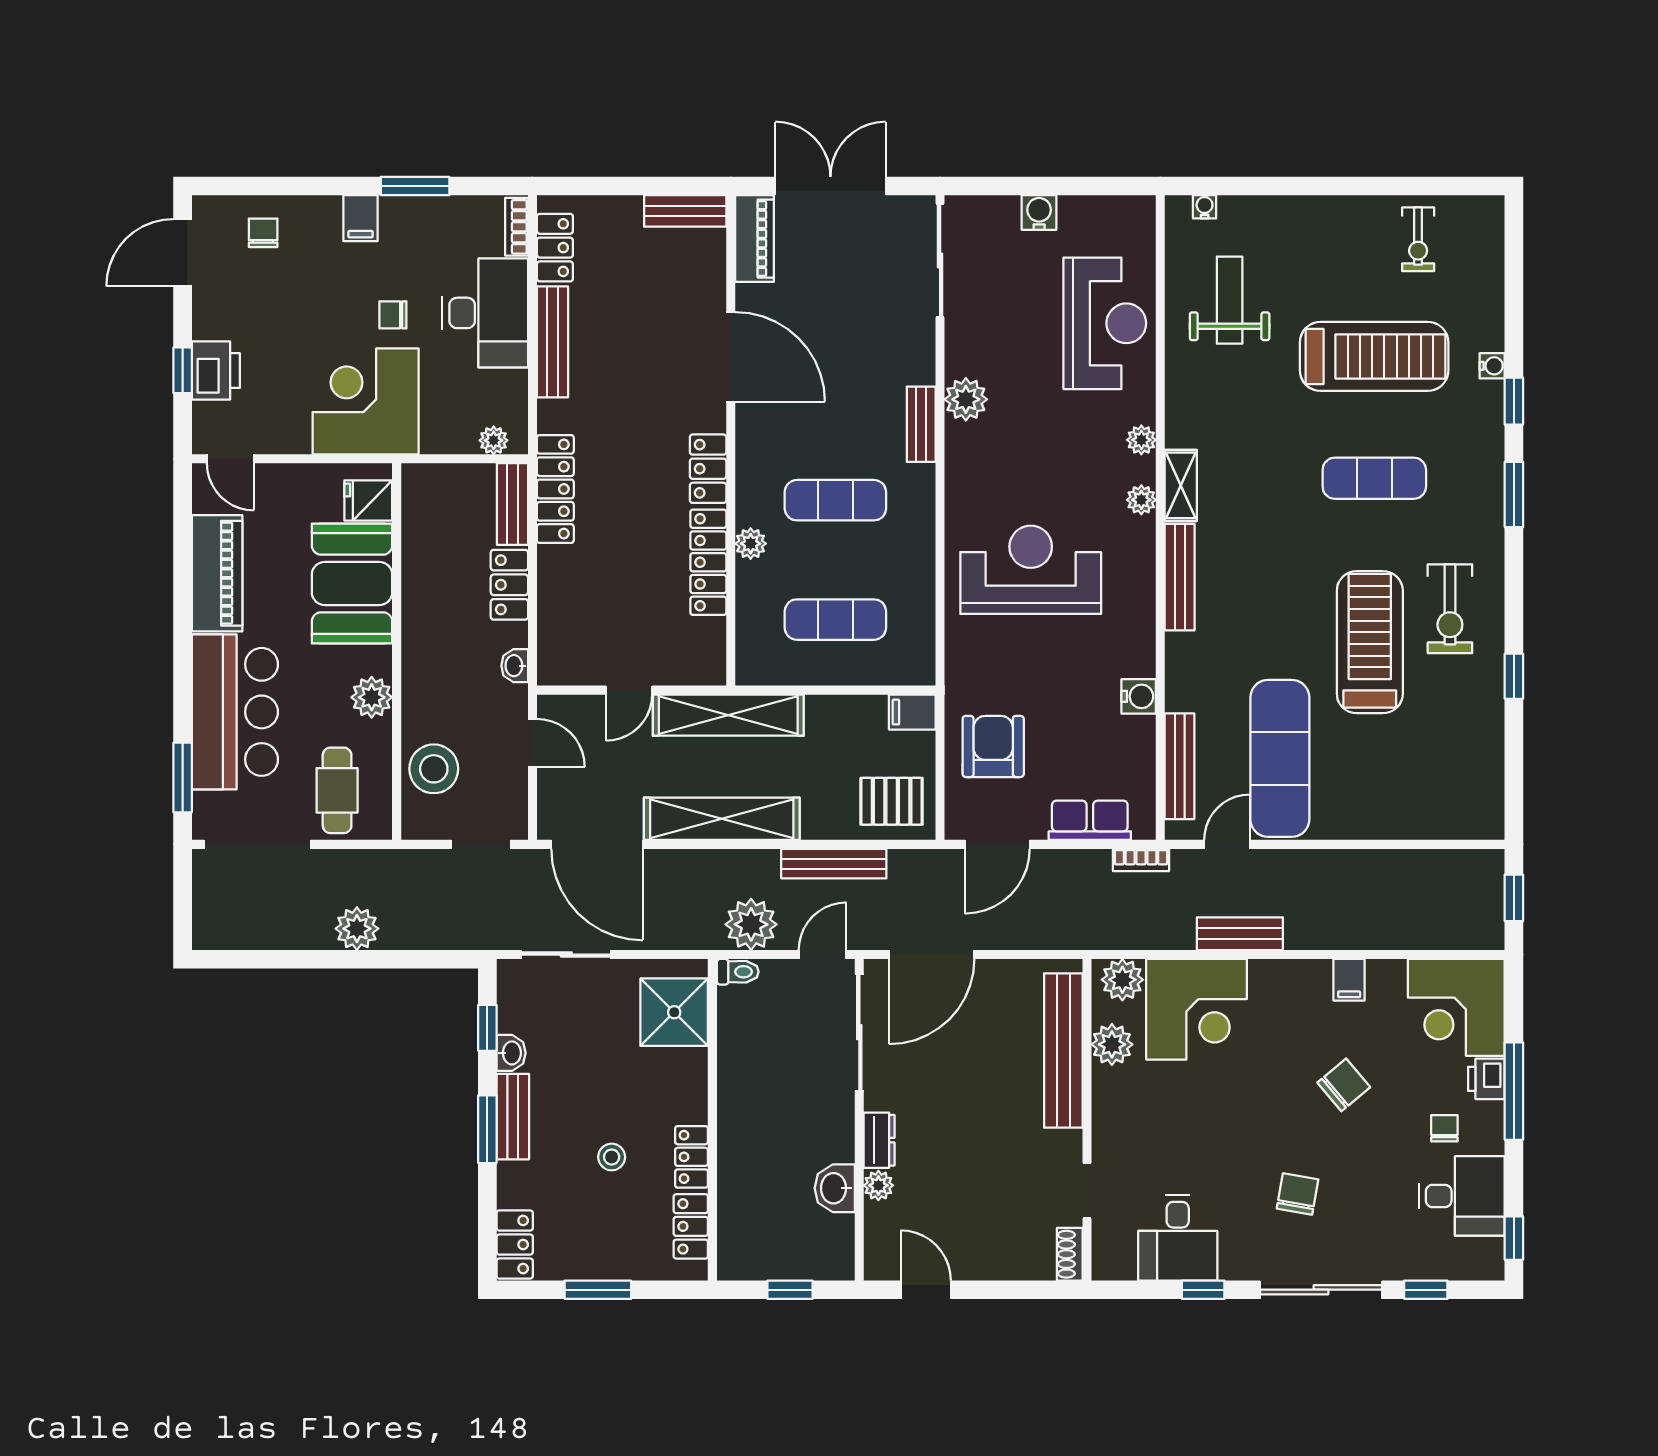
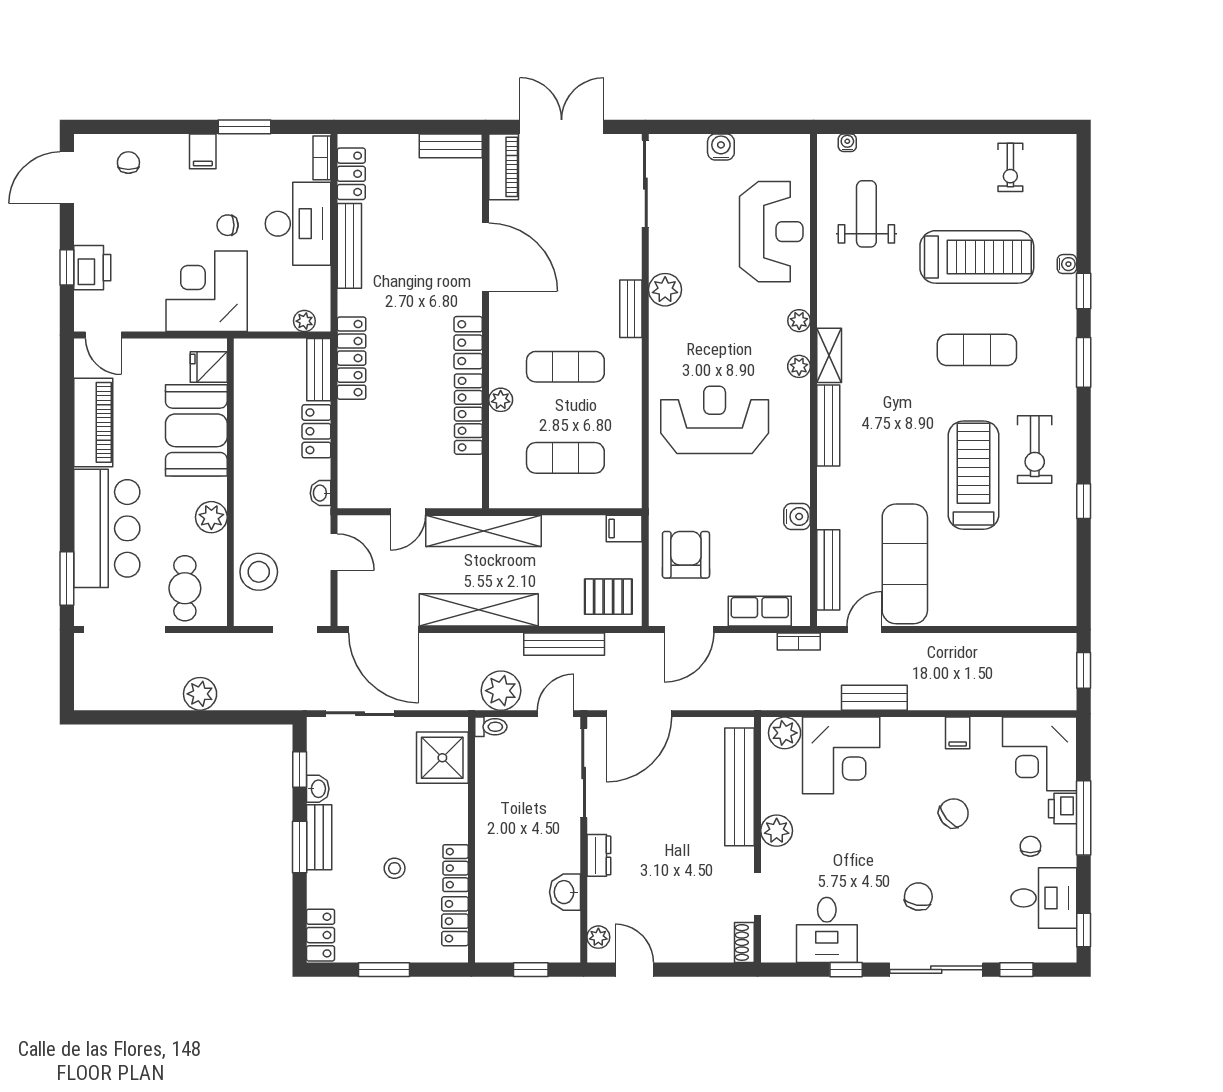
plant: (1112, 1044) -> (777, 831), moved
plant: (878, 1185) -> (598, 937), moved

